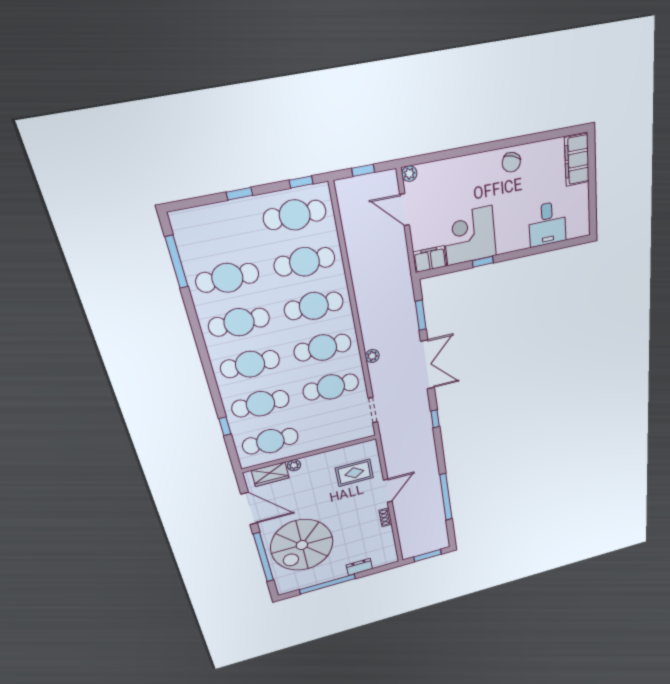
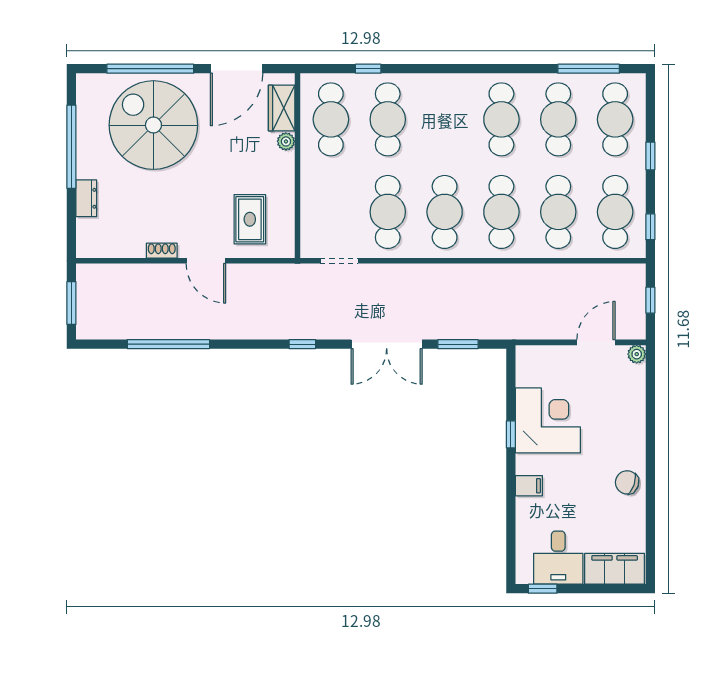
window: (593, 214) -> (543, 589), added
desk: (547, 224) -> (558, 558), moved, turned -90
filing cabinet: (430, 259) -> (529, 486), moved, width x0.50
plant: (372, 356) -> (417, 273), removed
cafe table: (250, 364) -> (615, 119), moved

